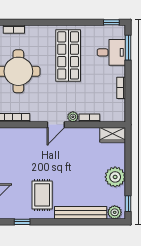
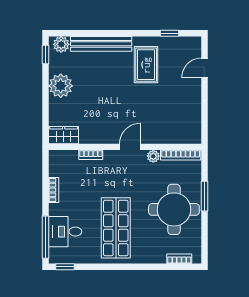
window: (128, 48) -> (46, 237), width x1.44
plant: (73, 117) -> (153, 156), moved

